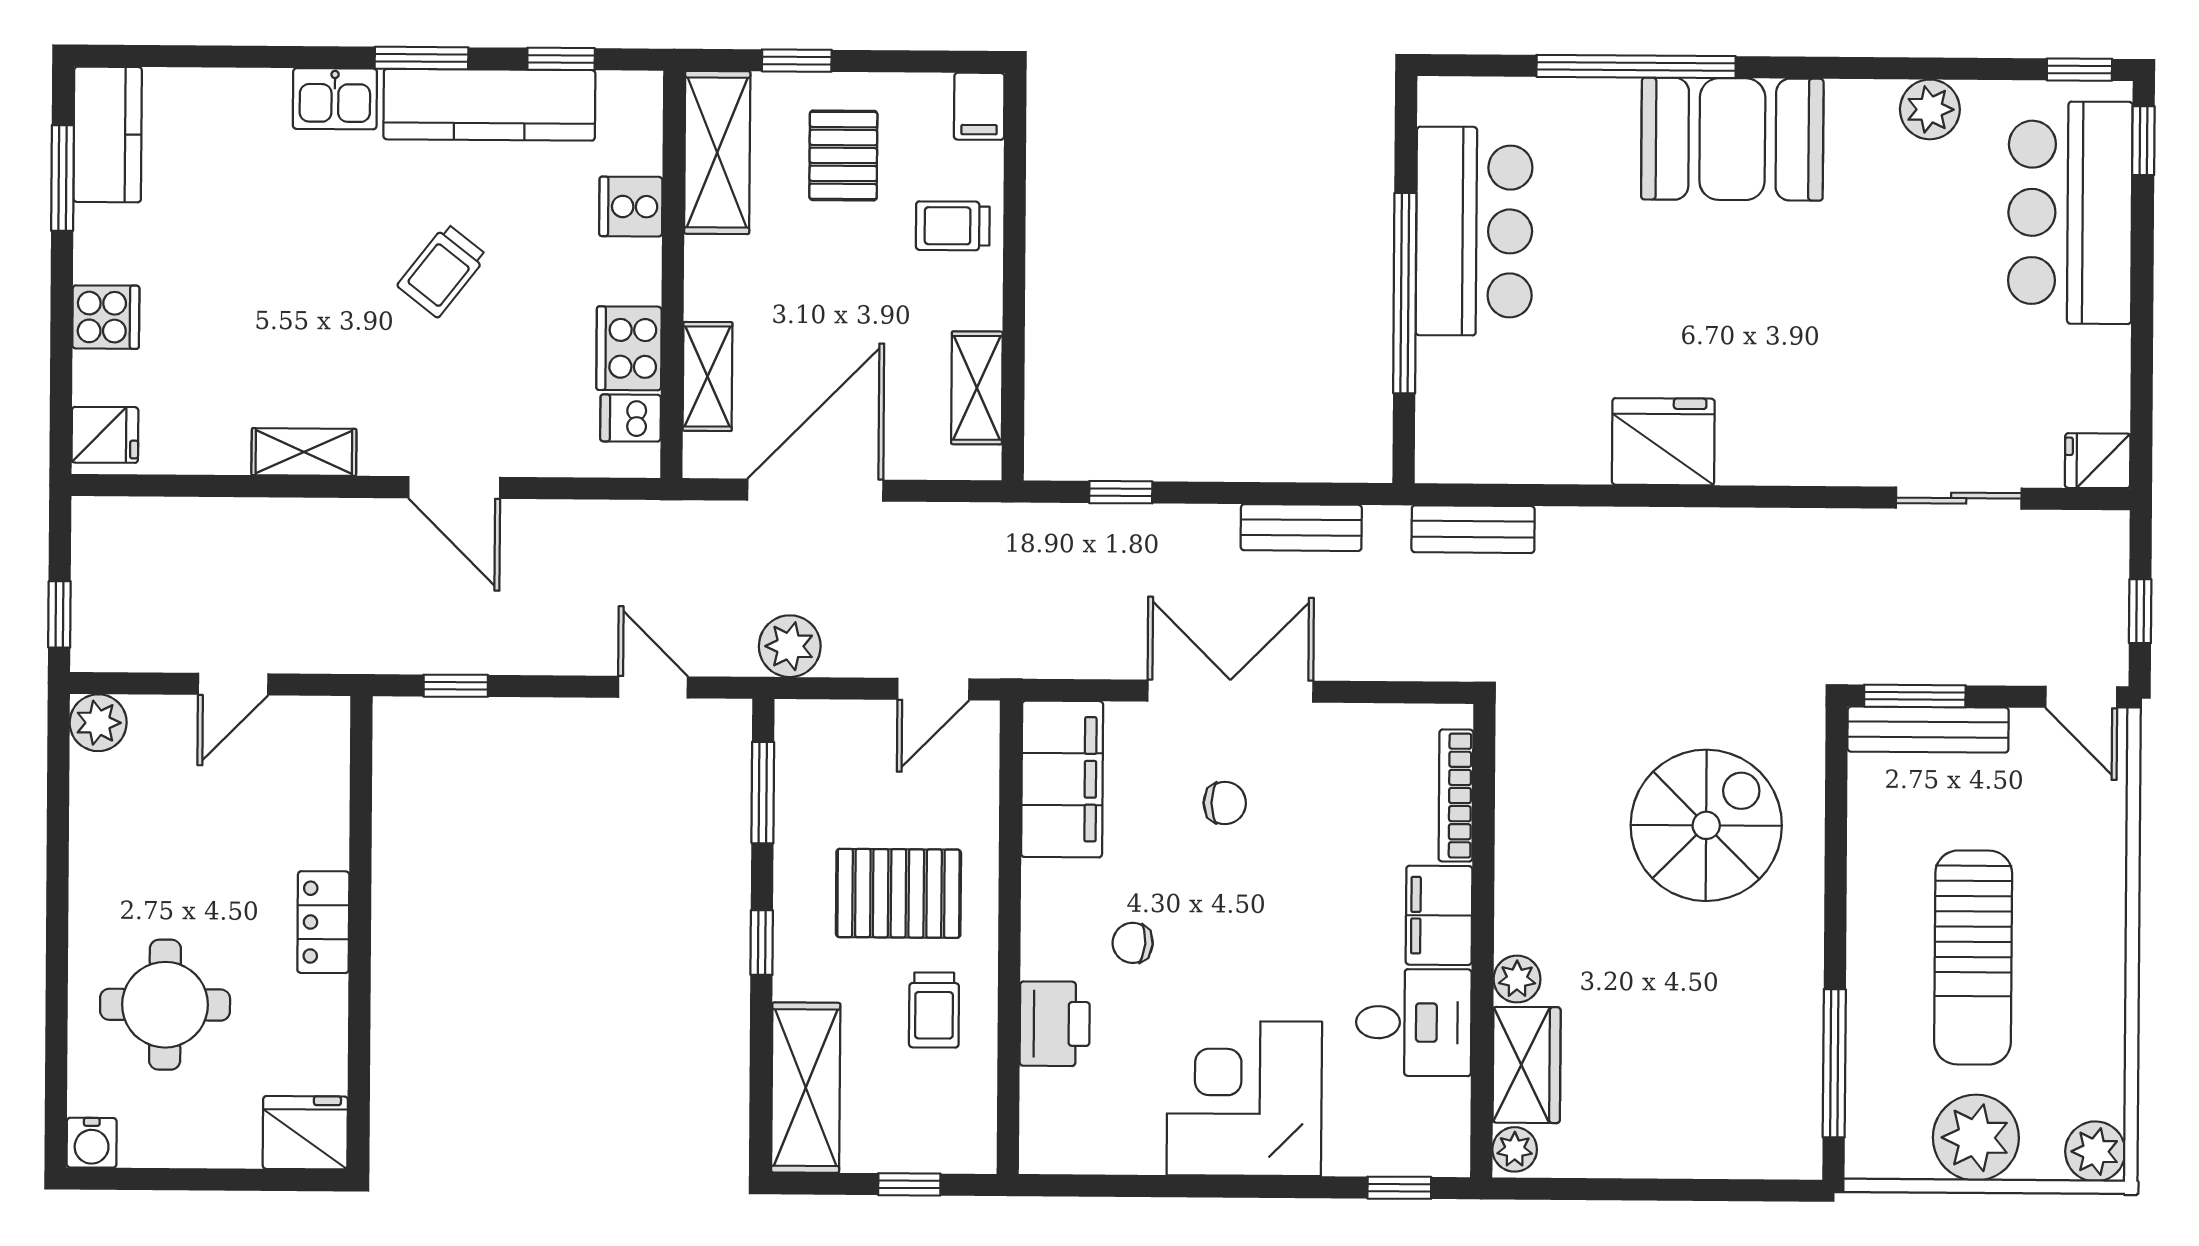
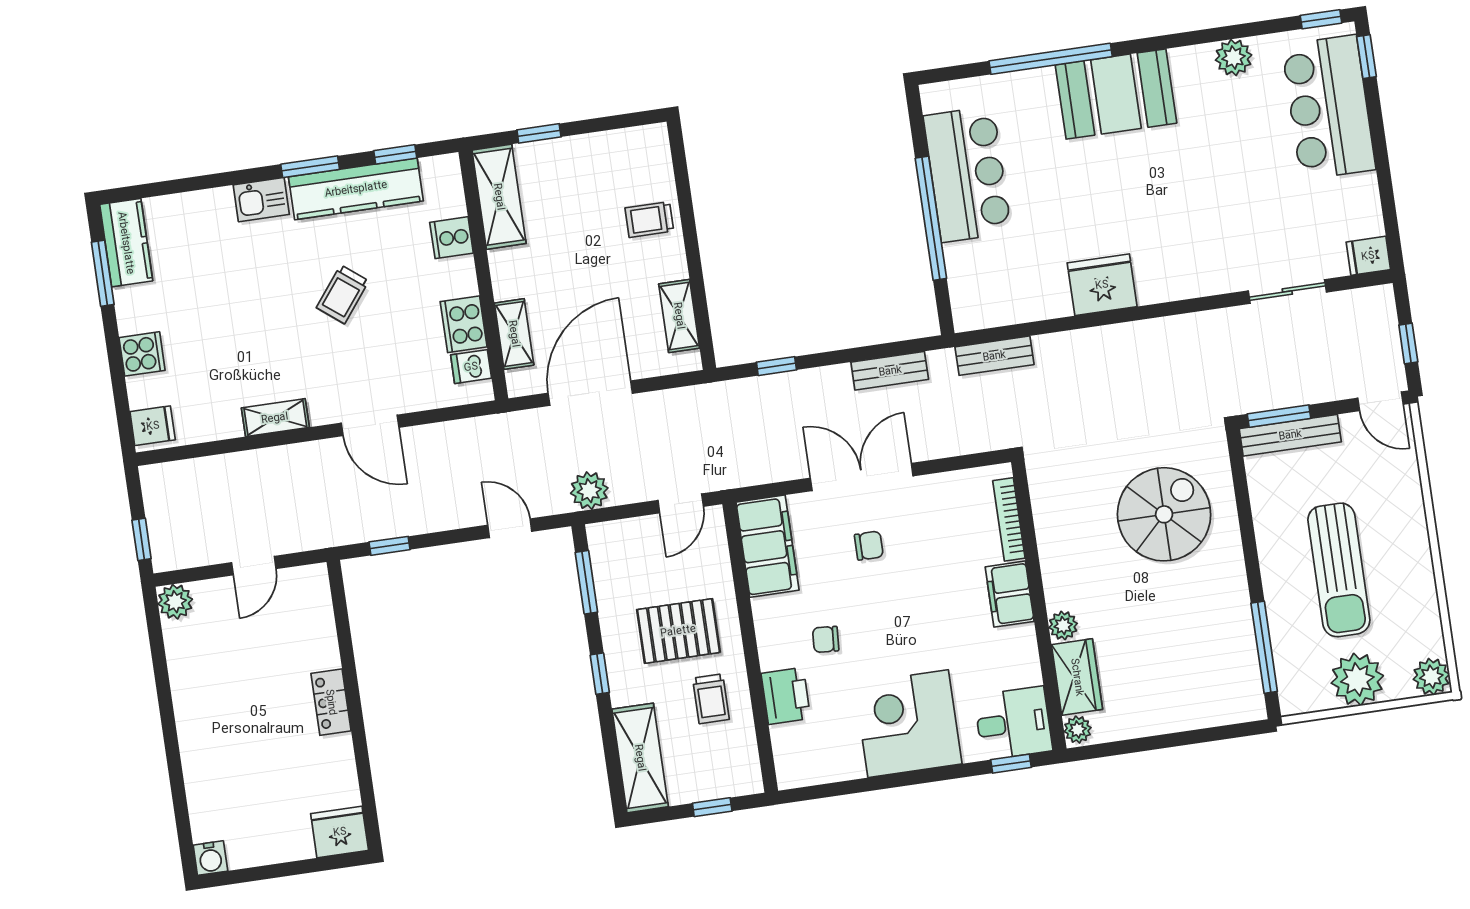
filing cabinet: (979, 106) -> (654, 144), removed
pallet: (843, 155) -> (576, 187), removed
round table: (165, 1005) -> (242, 767), removed
desk: (1414, 1022) -> (1013, 723), moved

